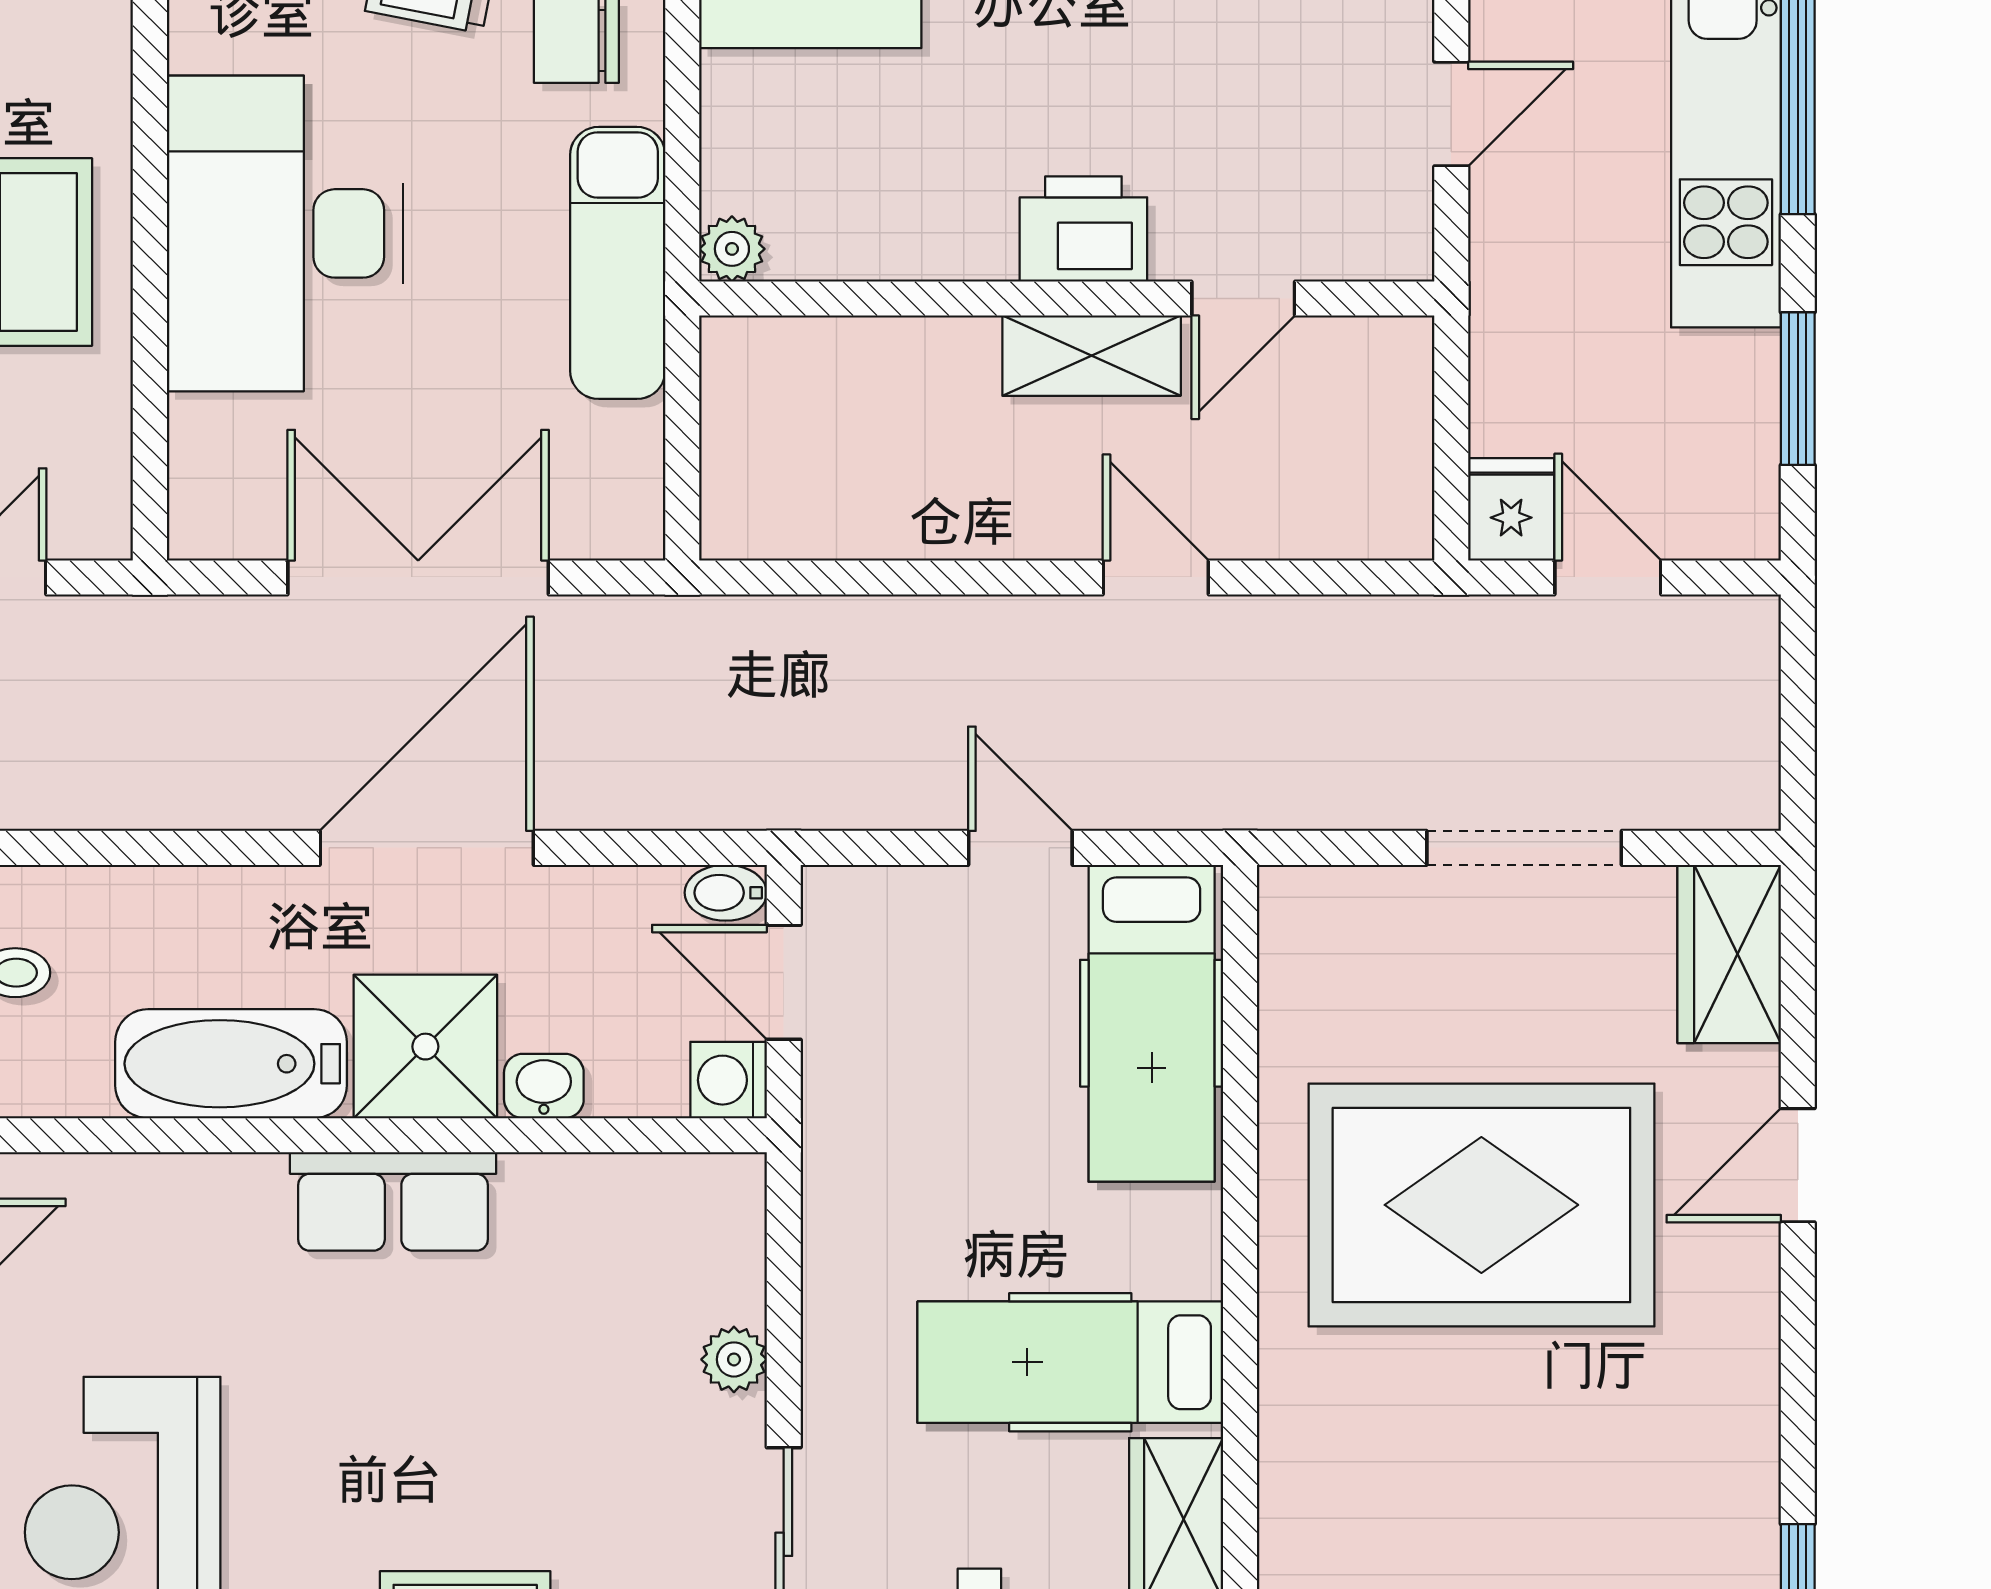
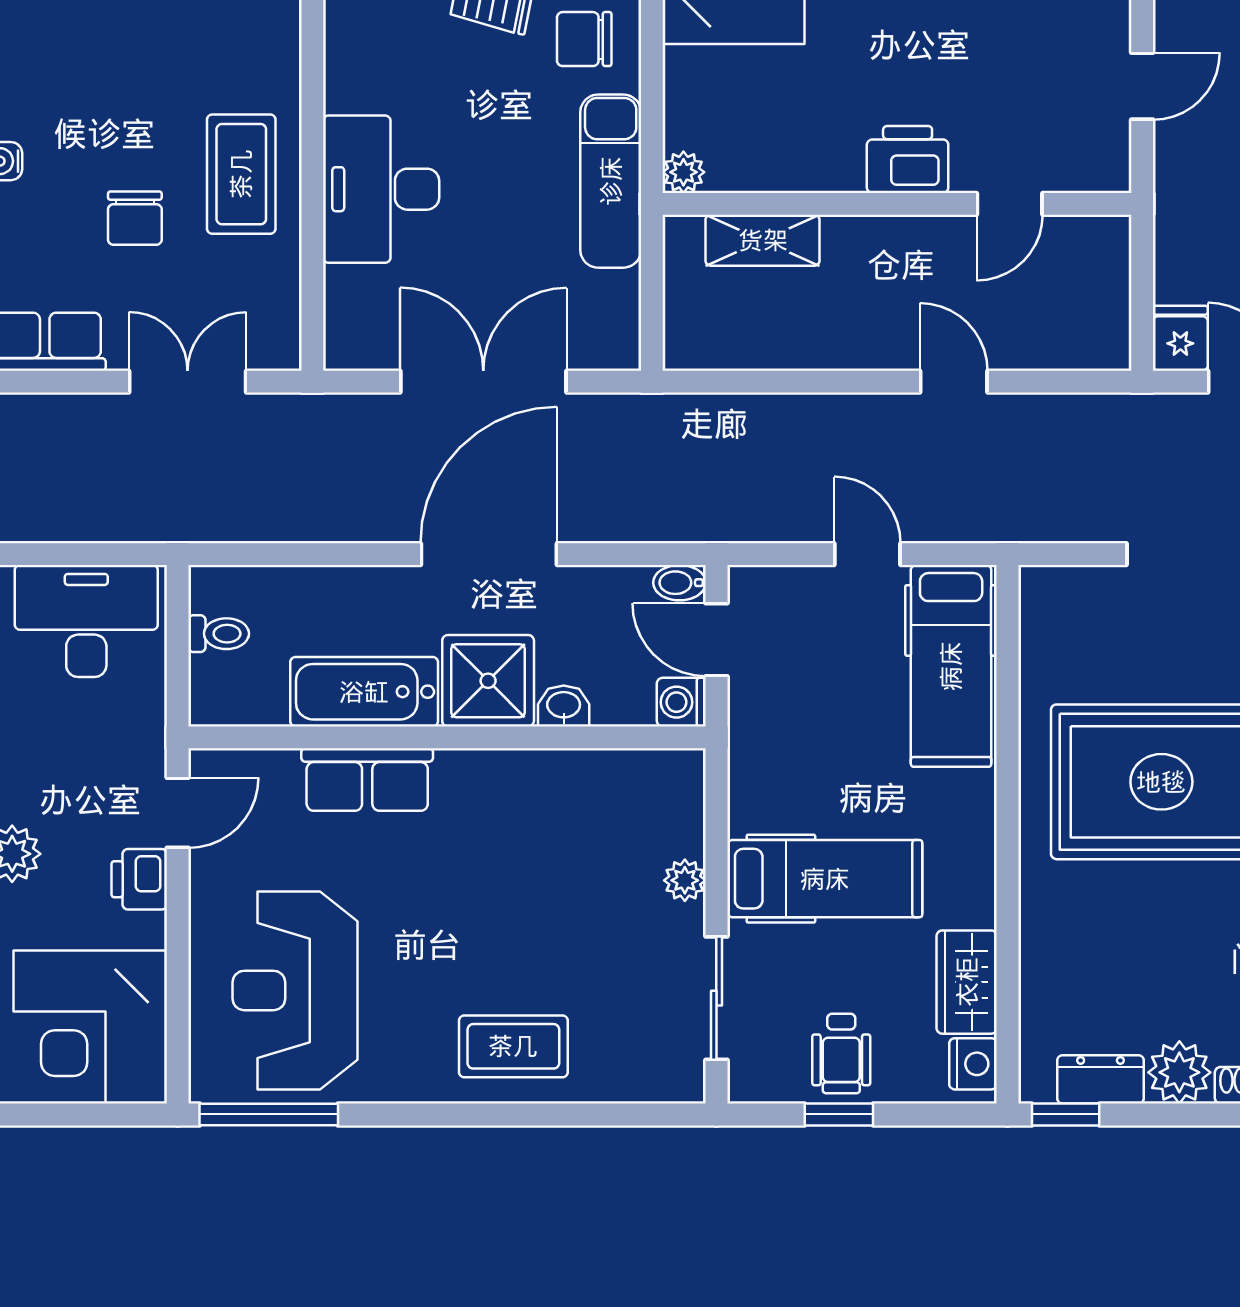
desk: (285, 233) -> (381, 189), width x0.73, depth x0.77
shelving: (1092, 356) -> (763, 240), moved
row of seats: (393, 1201) -> (367, 780), moved
hospital bed: (1070, 1362) -> (825, 879), moved, turned 180

